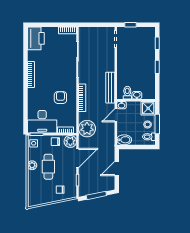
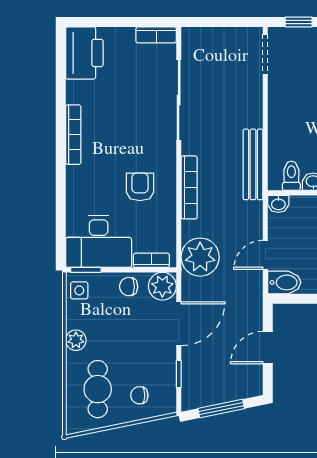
door: (116, 115) -> (265, 255), moved
cafe table: (48, 167) -> (98, 389), moved

